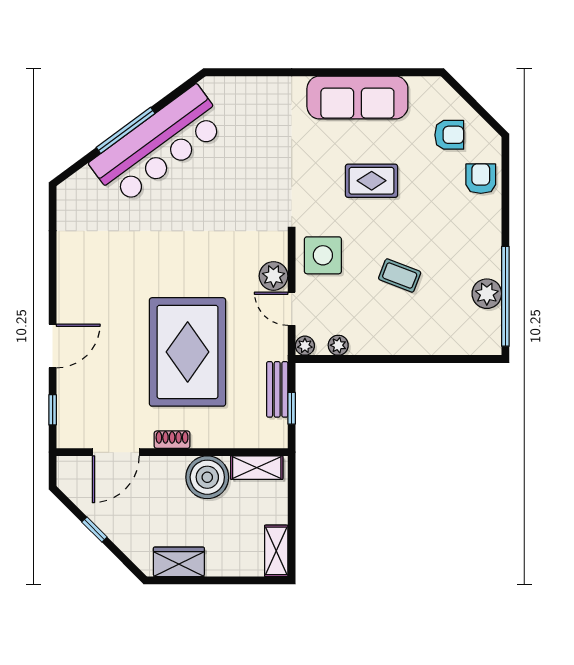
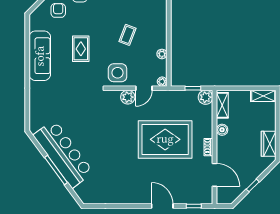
plant: (338, 345) -> (162, 54), moved
bench: (277, 389) -> (184, 95), removed
plant: (273, 434) -> (206, 97), added
boiler: (207, 477) -> (222, 130), width x0.54, depth x0.54

